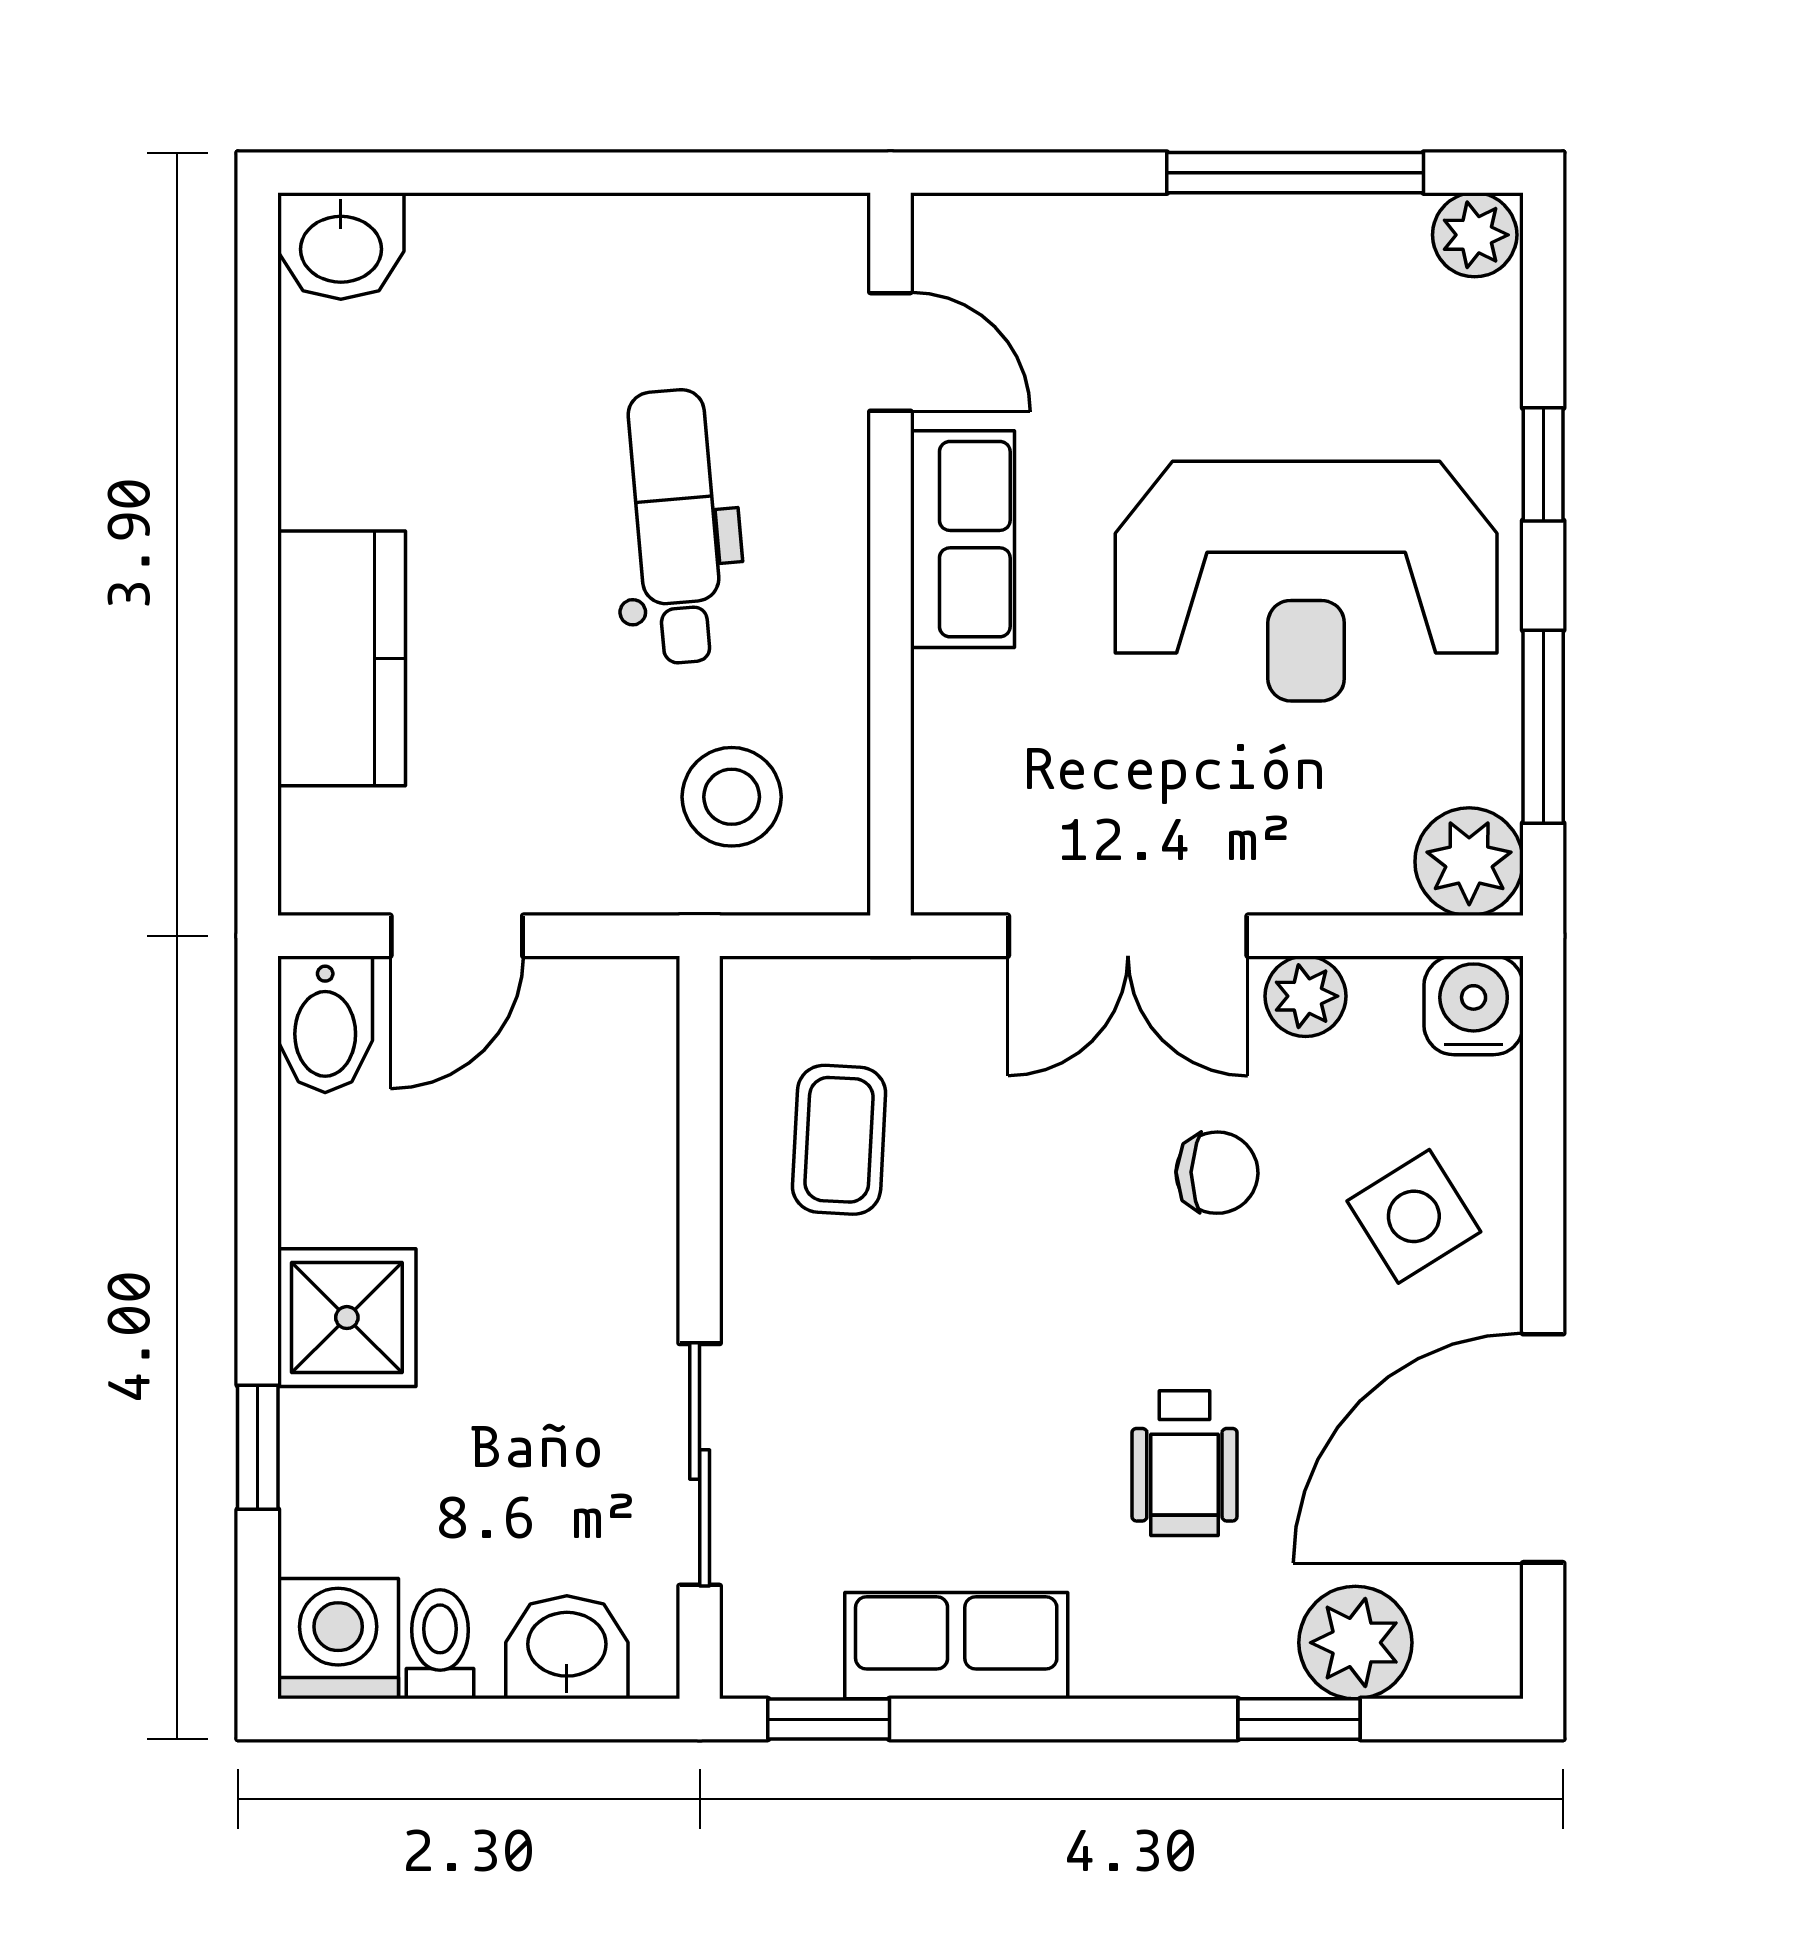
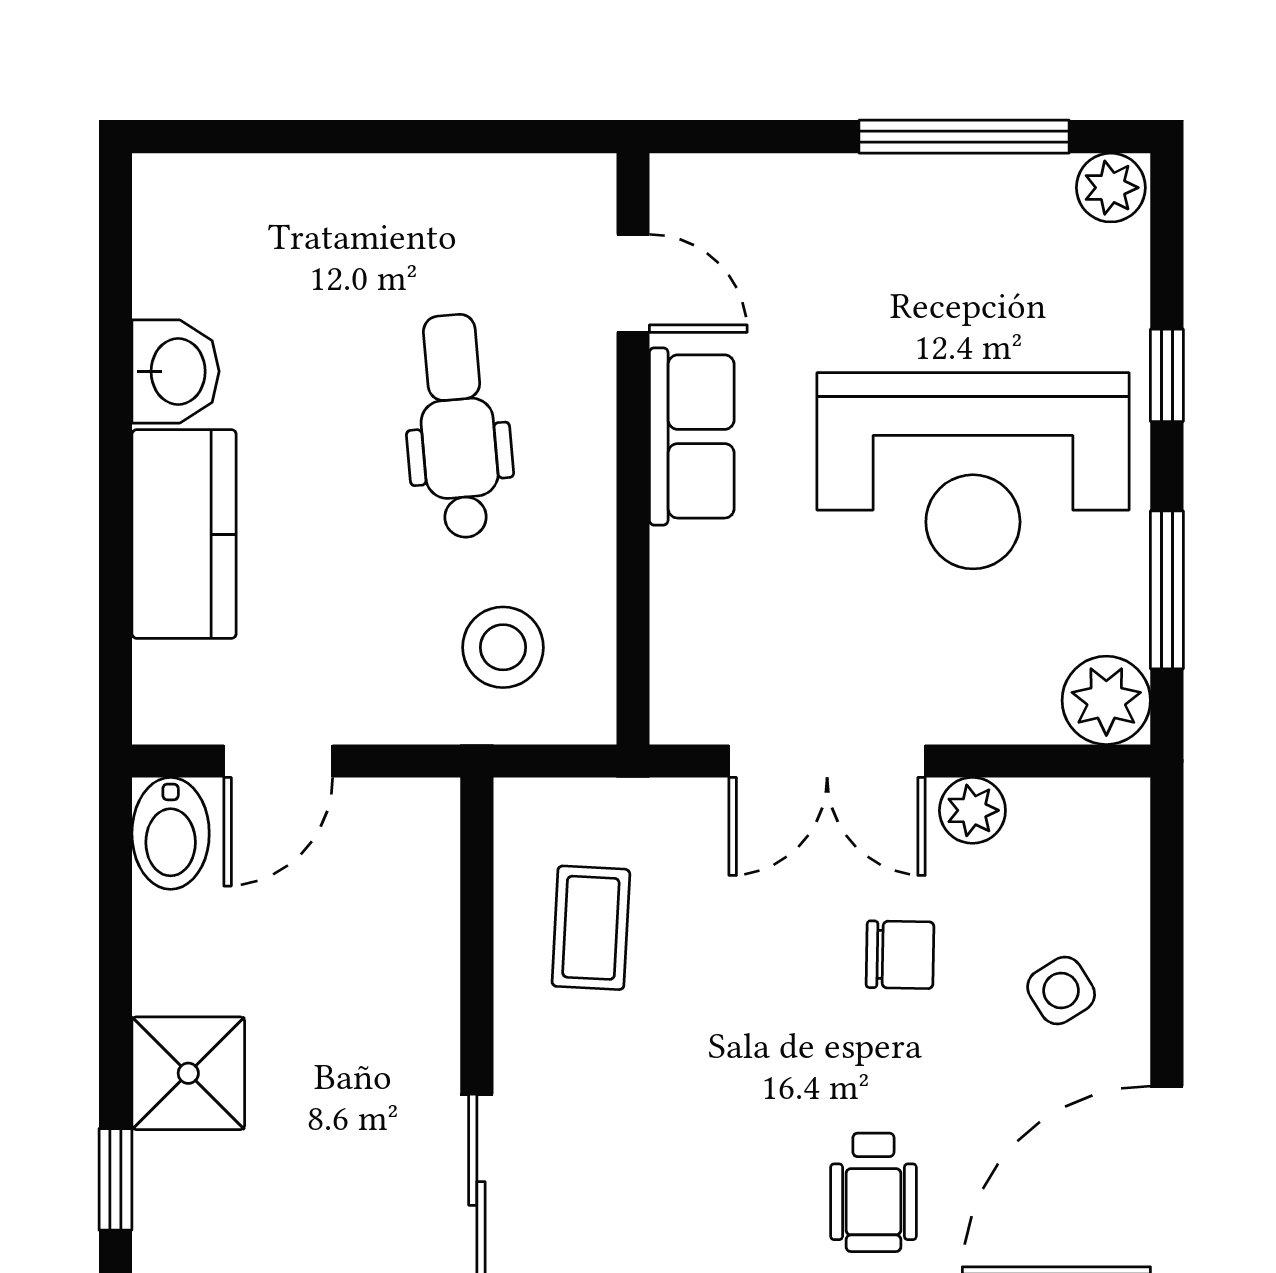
washbasin: (341, 246) -> (176, 371), moved, turned -90
water cooler: (1474, 1005) -> (1110, 818), removed
side table: (1414, 1216) -> (1061, 991), width x0.73, depth x0.73

